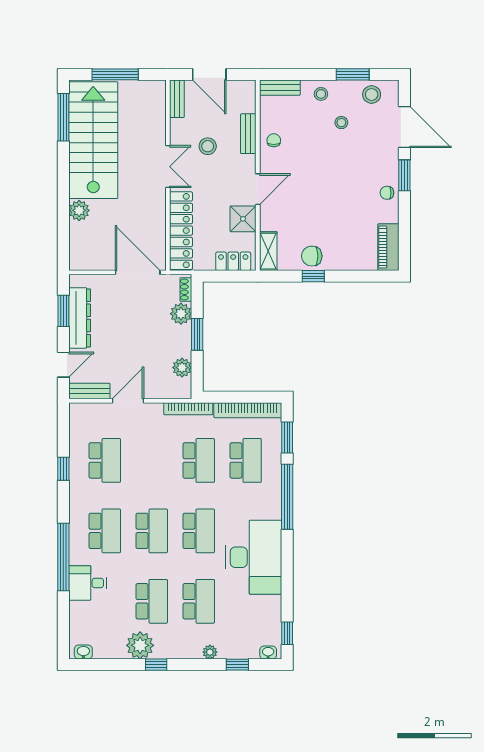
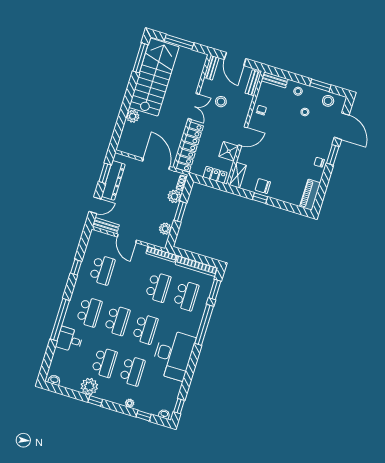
bench: (248, 134) -> (253, 83), moved
door: (128, 401) -> (127, 238), swing flipped

